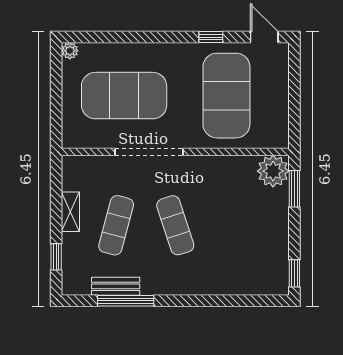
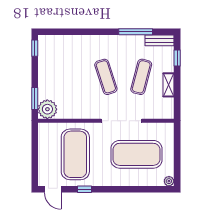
bench: (116, 286) -> (160, 40), moved

